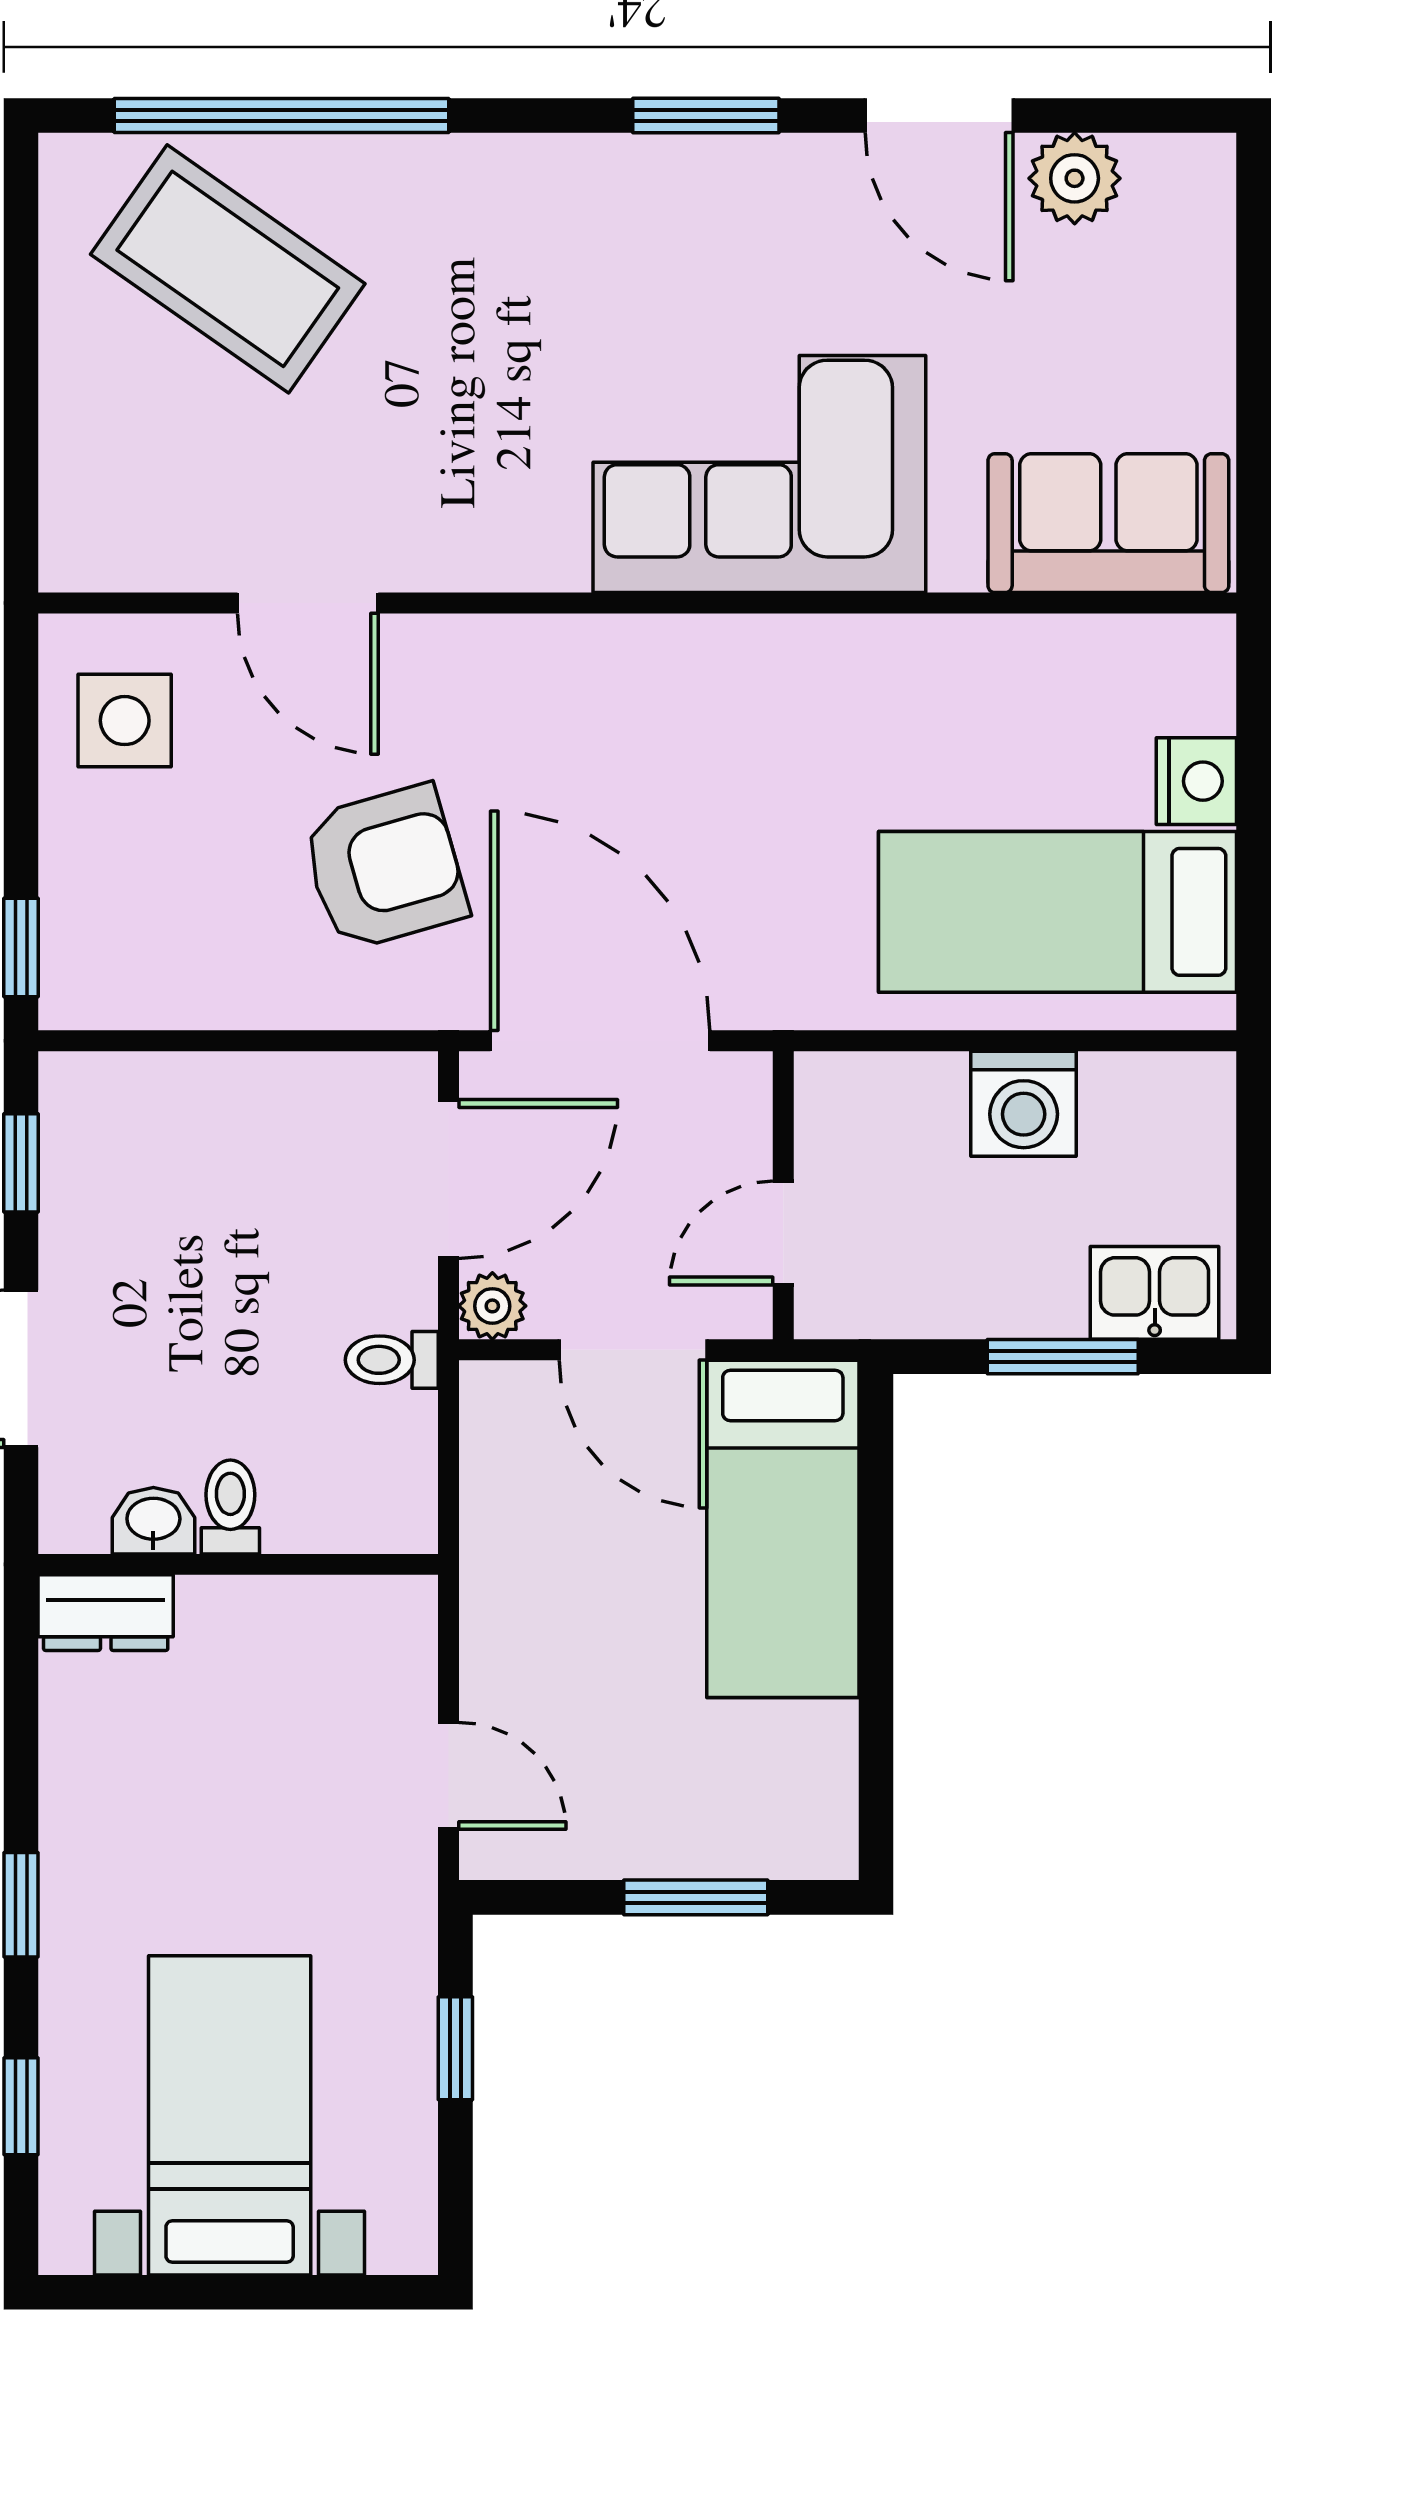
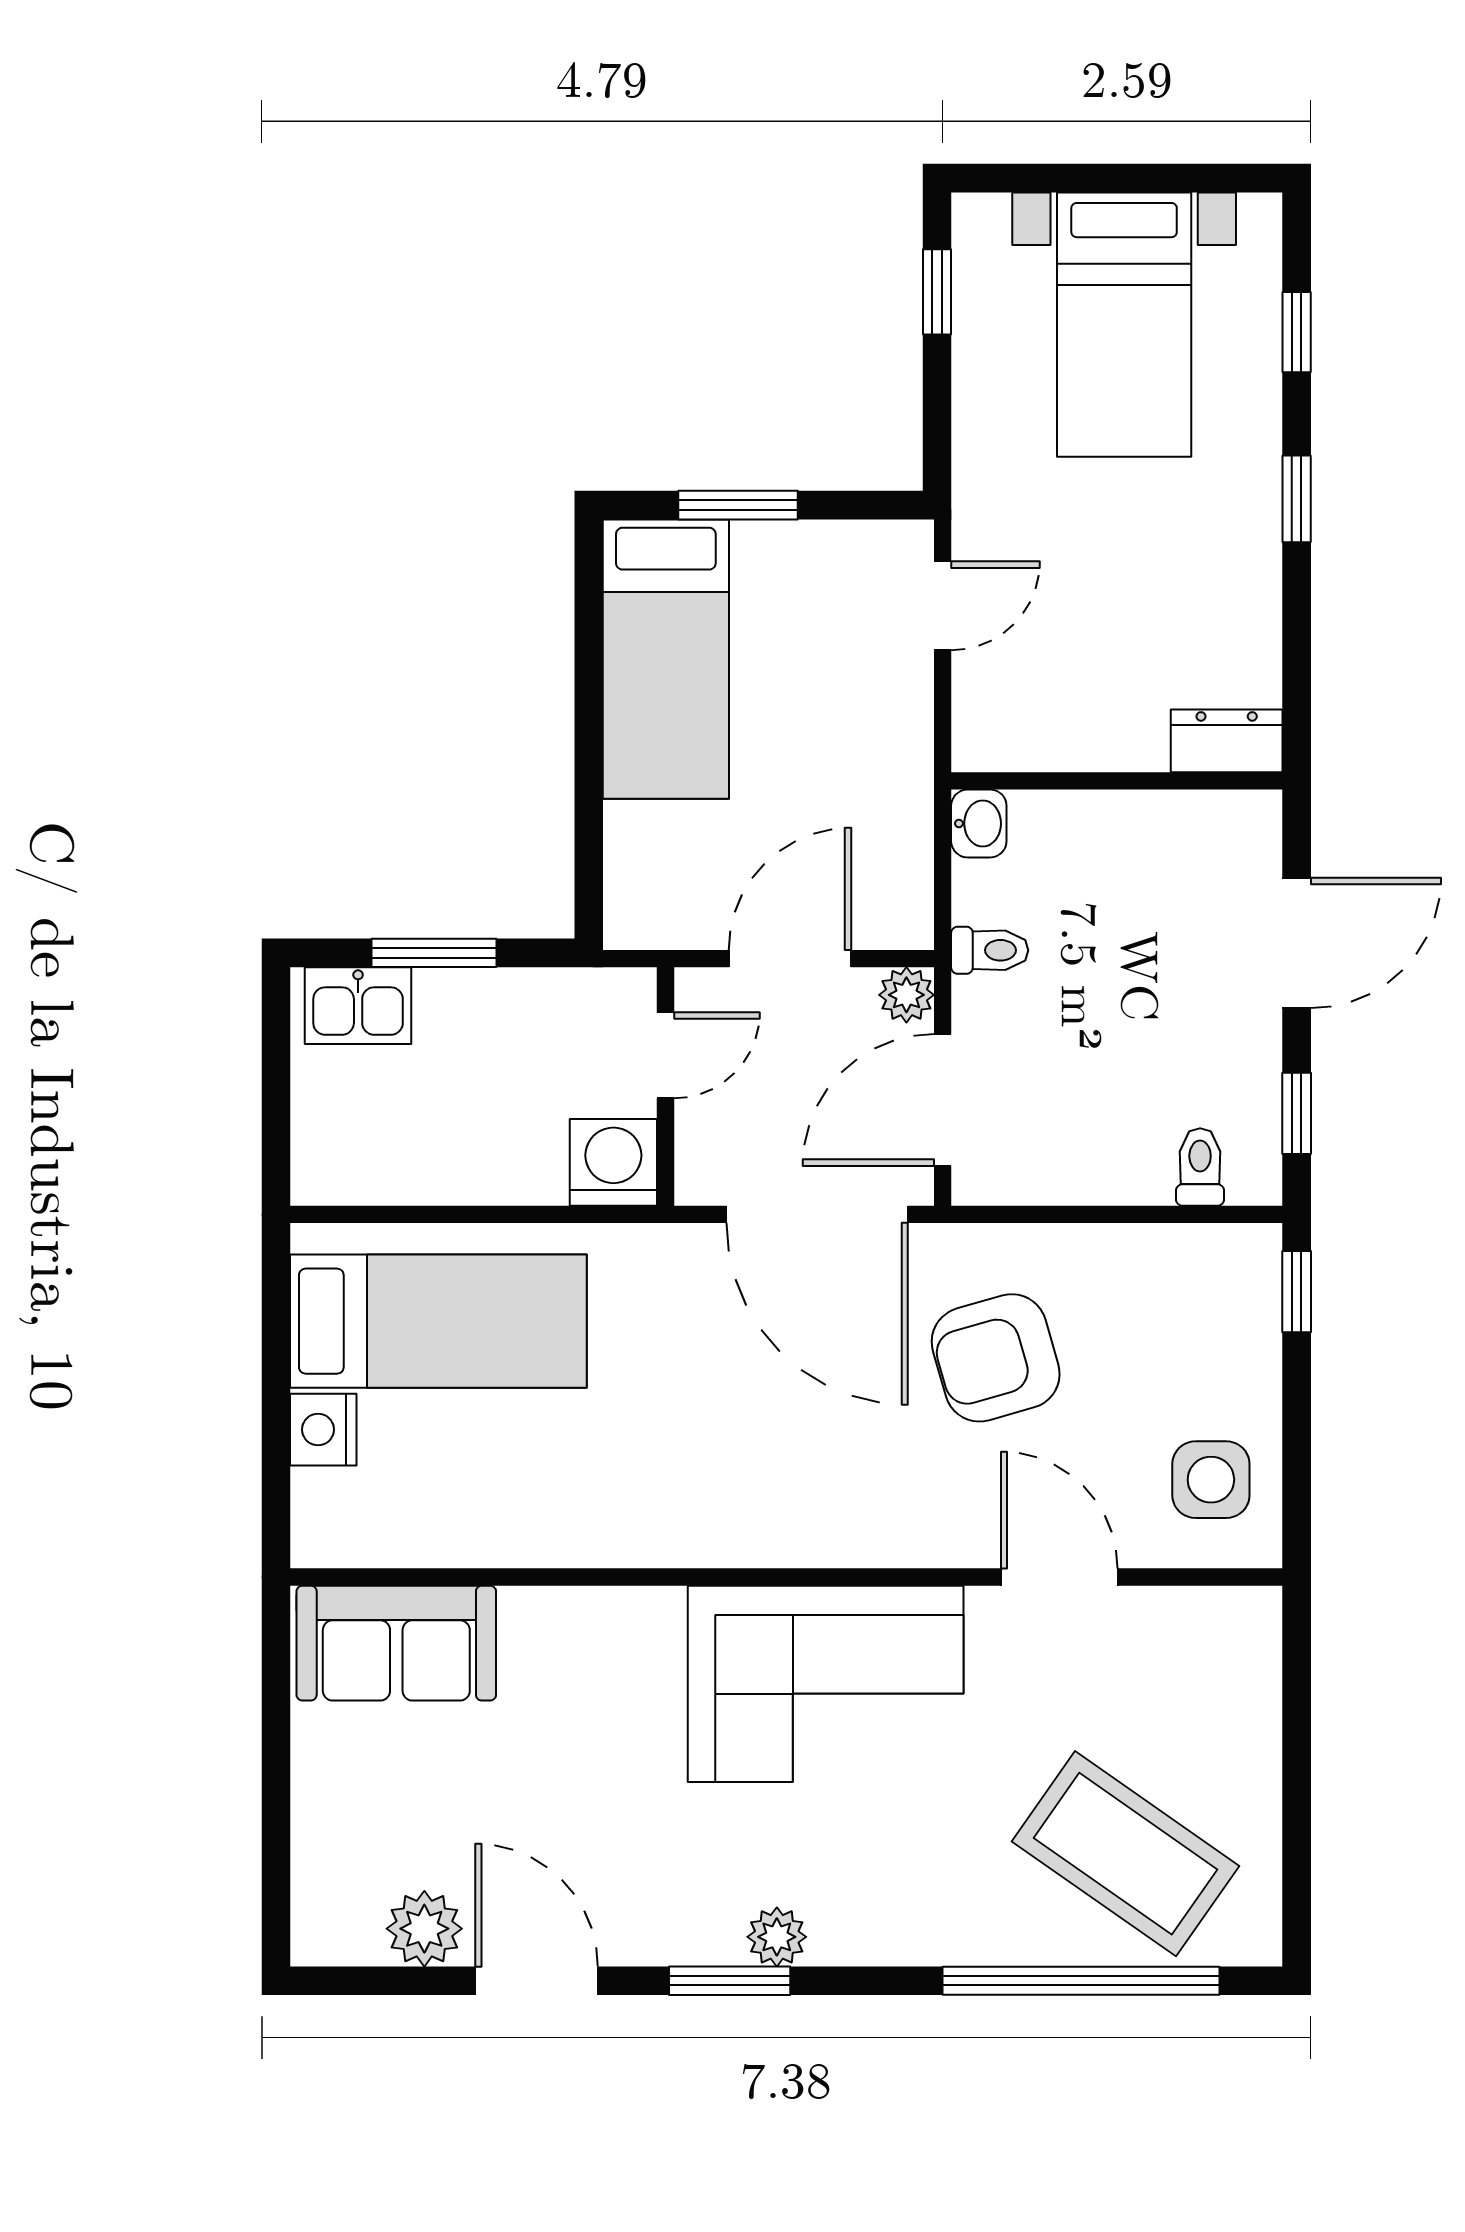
plant: (649, 168) -> (777, 1937), added
corner sofa: (759, 474) -> (826, 1684), moved
washing machine: (1024, 1104) -> (613, 1162), moved
door: (633, 1350) -> (790, 959), hinge flipped
toilet: (230, 1507) -> (1200, 1167), moved, turned 180
washbasin: (153, 1521) -> (979, 823), moved, turned -90
bed: (783, 1529) -> (666, 659), moved, turned 180
door: (449, 1776) -> (943, 606), swing flipped
window: (455, 2048) -> (937, 292), moved

